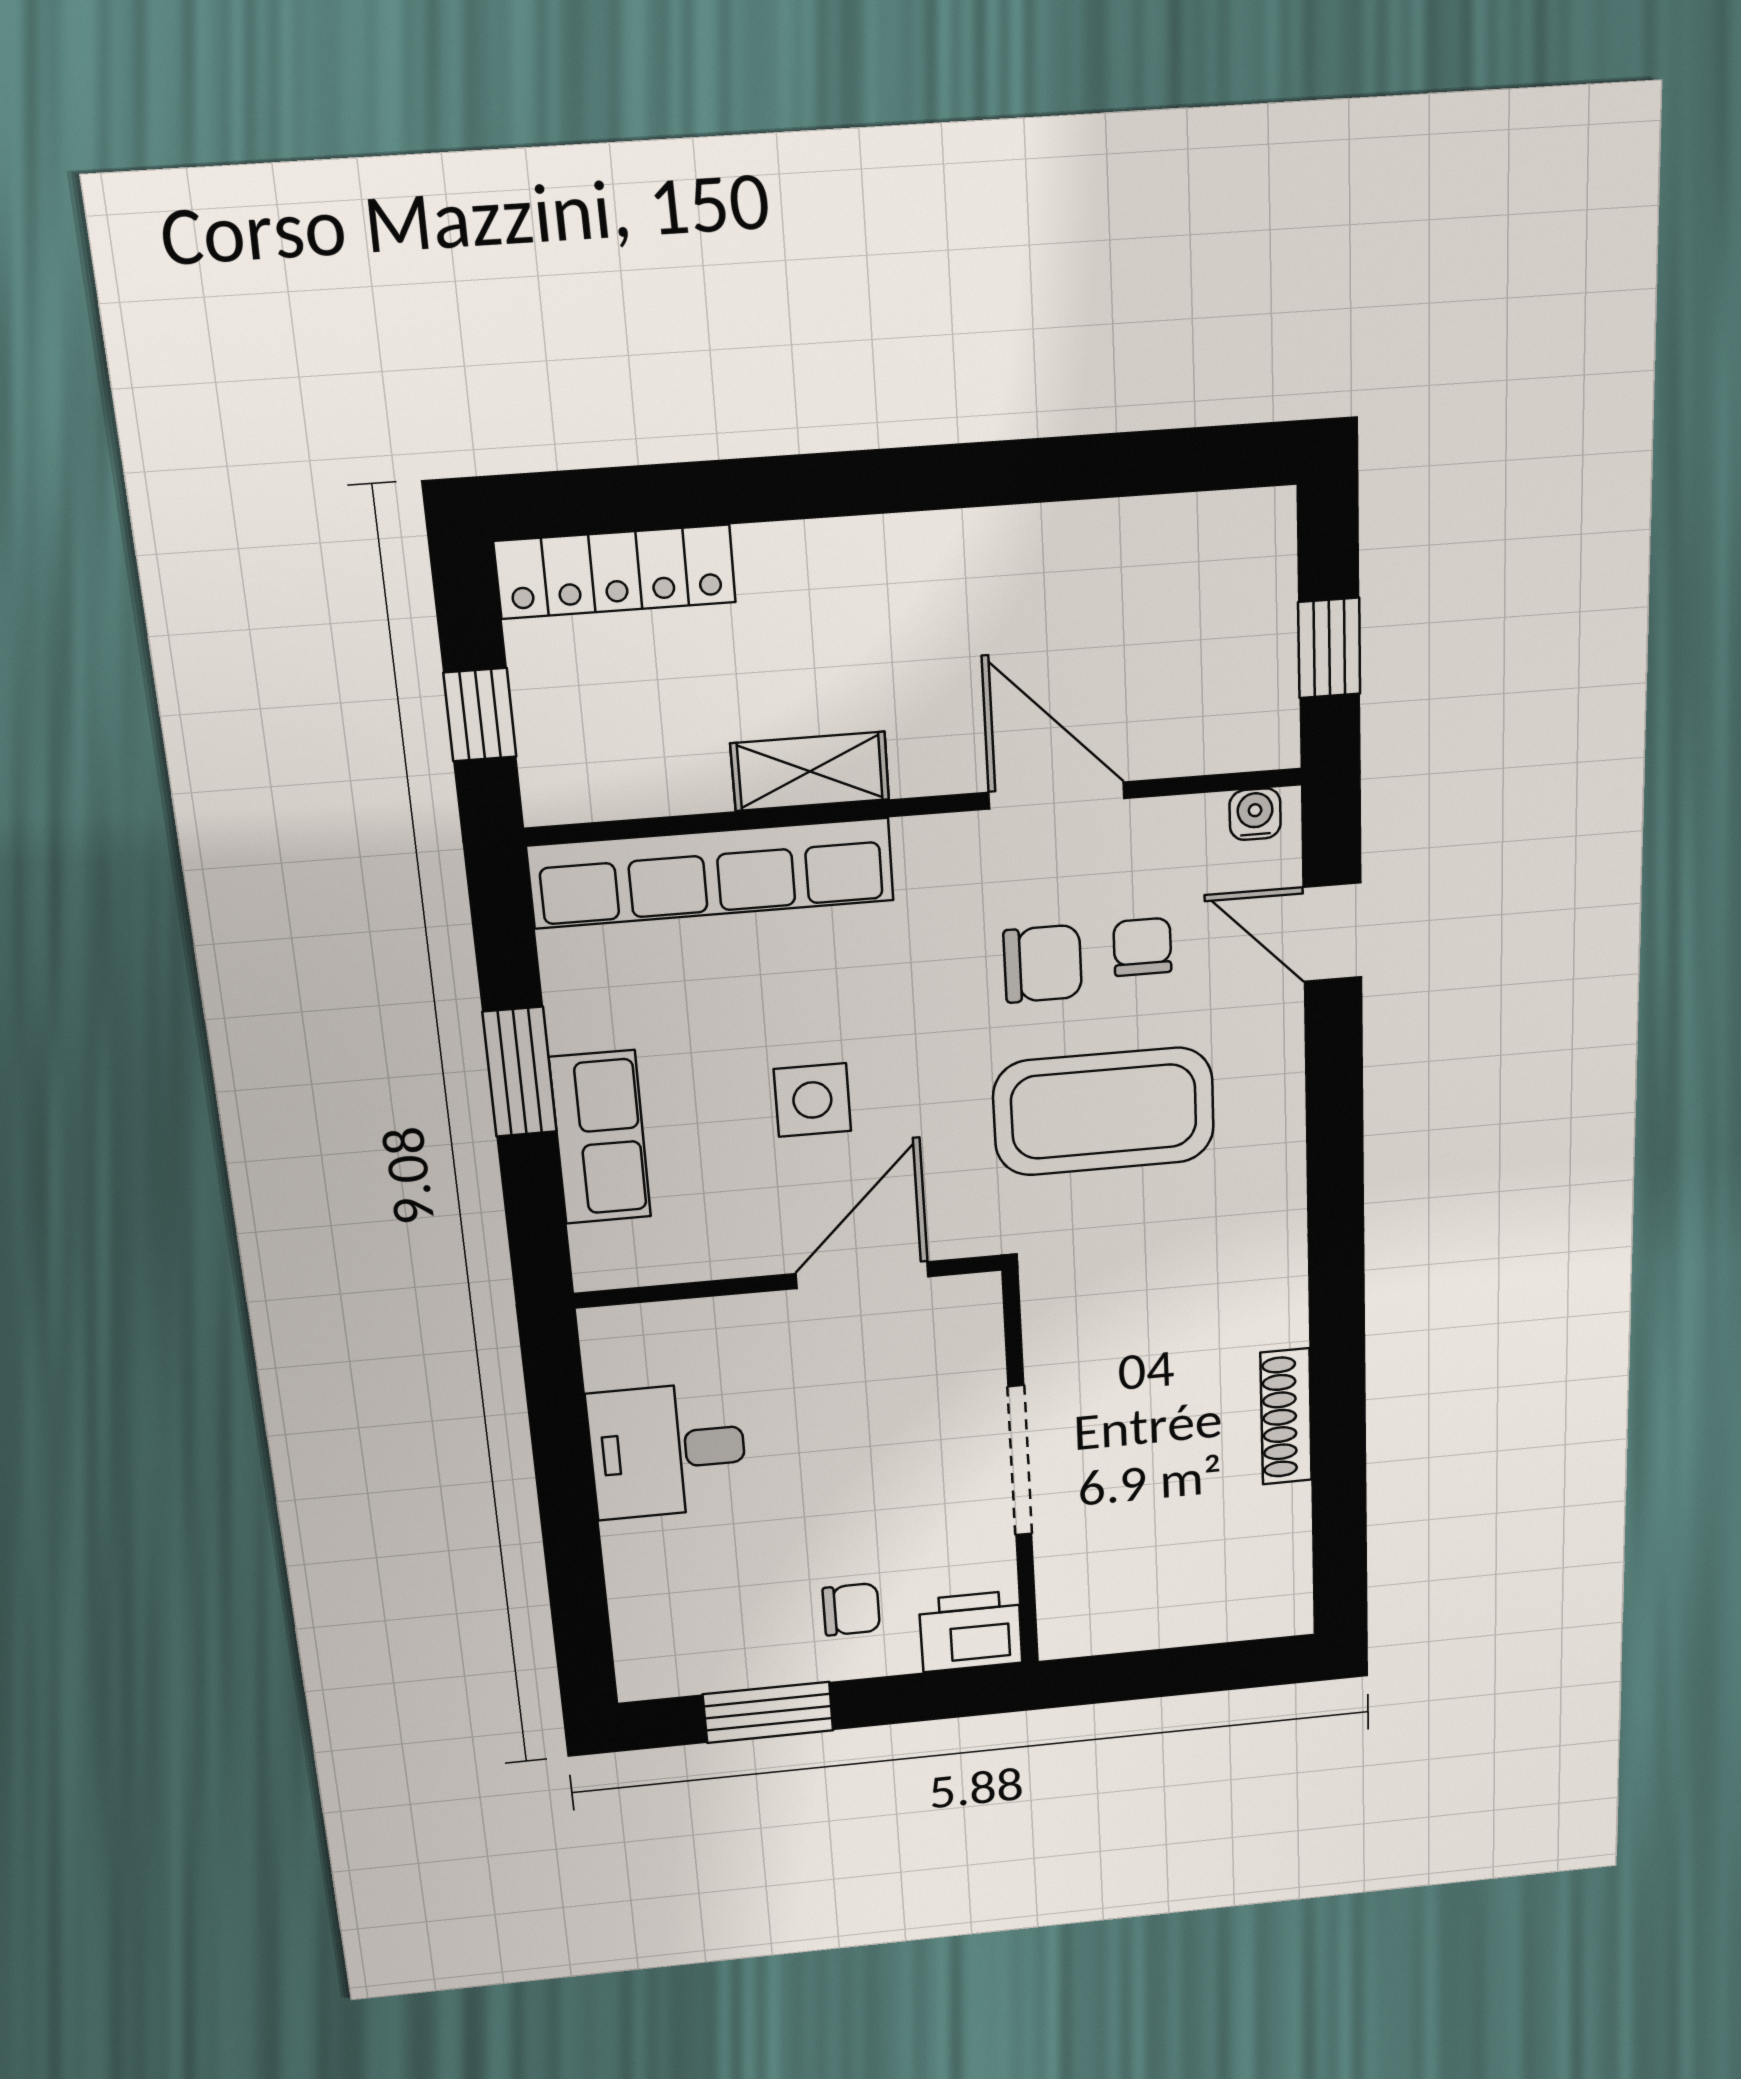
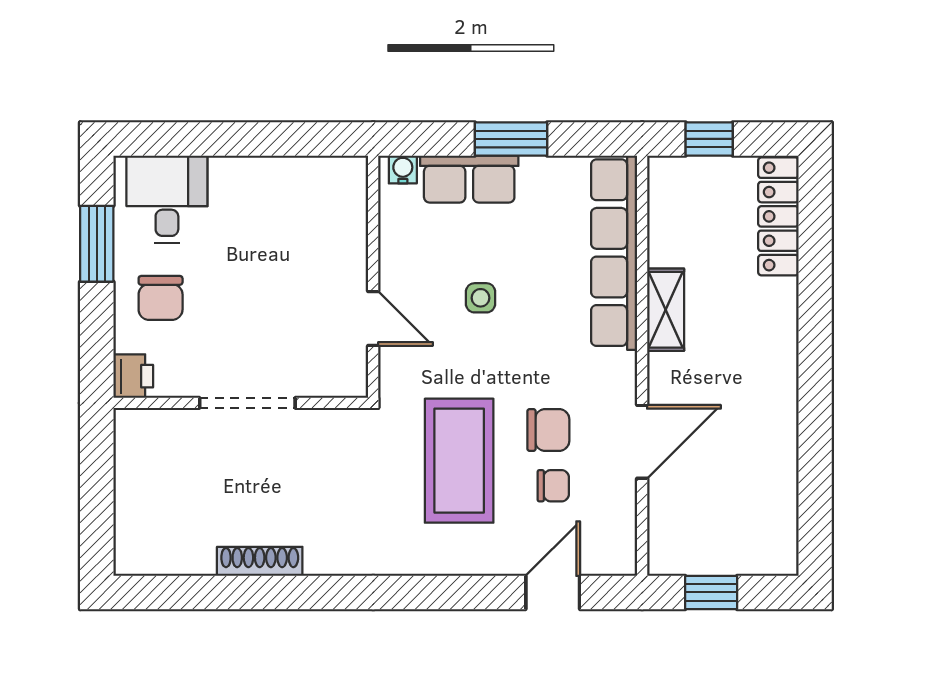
water cooler: (1255, 814) -> (403, 169), moved, turned -90
chair: (1043, 964) -> (548, 430), turned -90
side table: (812, 1100) -> (481, 298), width x0.73, depth x0.73
door: (862, 1275) -> (373, 318), width x0.73
desk: (668, 1451) -> (167, 199), moved
chair: (851, 1609) -> (161, 298), width x1.37, depth x1.37
printer: (971, 1631) -> (133, 376), width x0.73, depth x0.81

